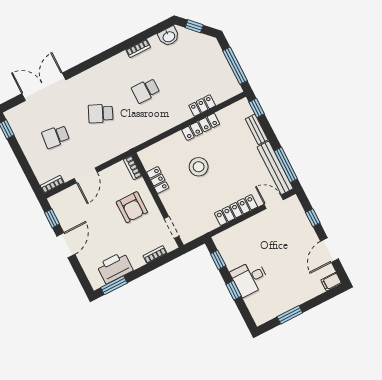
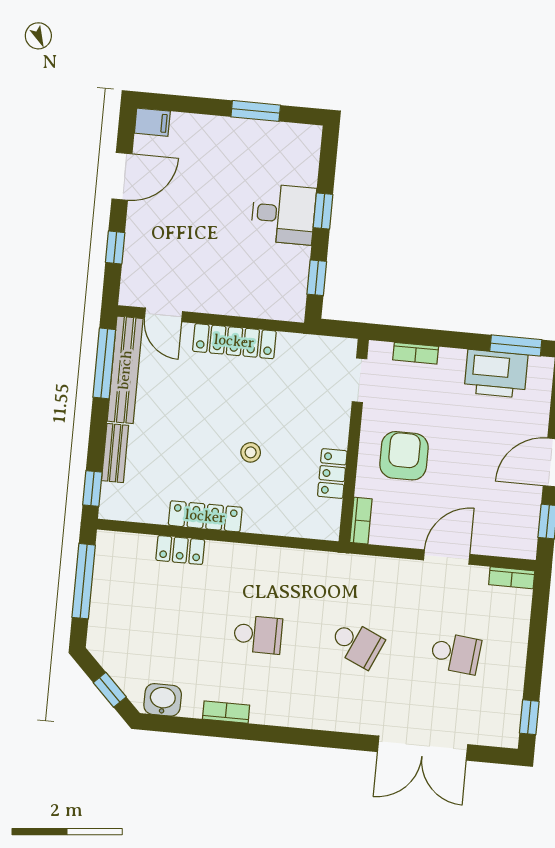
stool: (199, 167) -> (251, 452), width x0.53, depth x0.53

